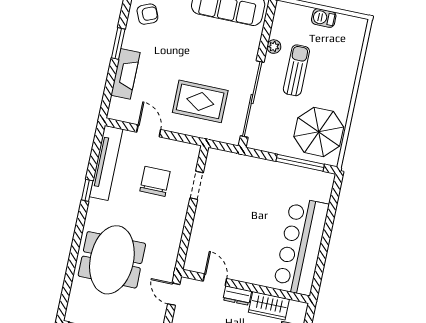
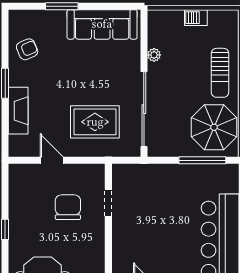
sun lounger: (296, 70) -> (220, 73), moved, turned 180
tv unit: (106, 163) -> (18, 199), removed

